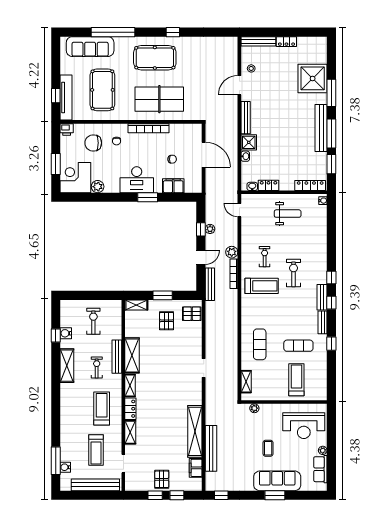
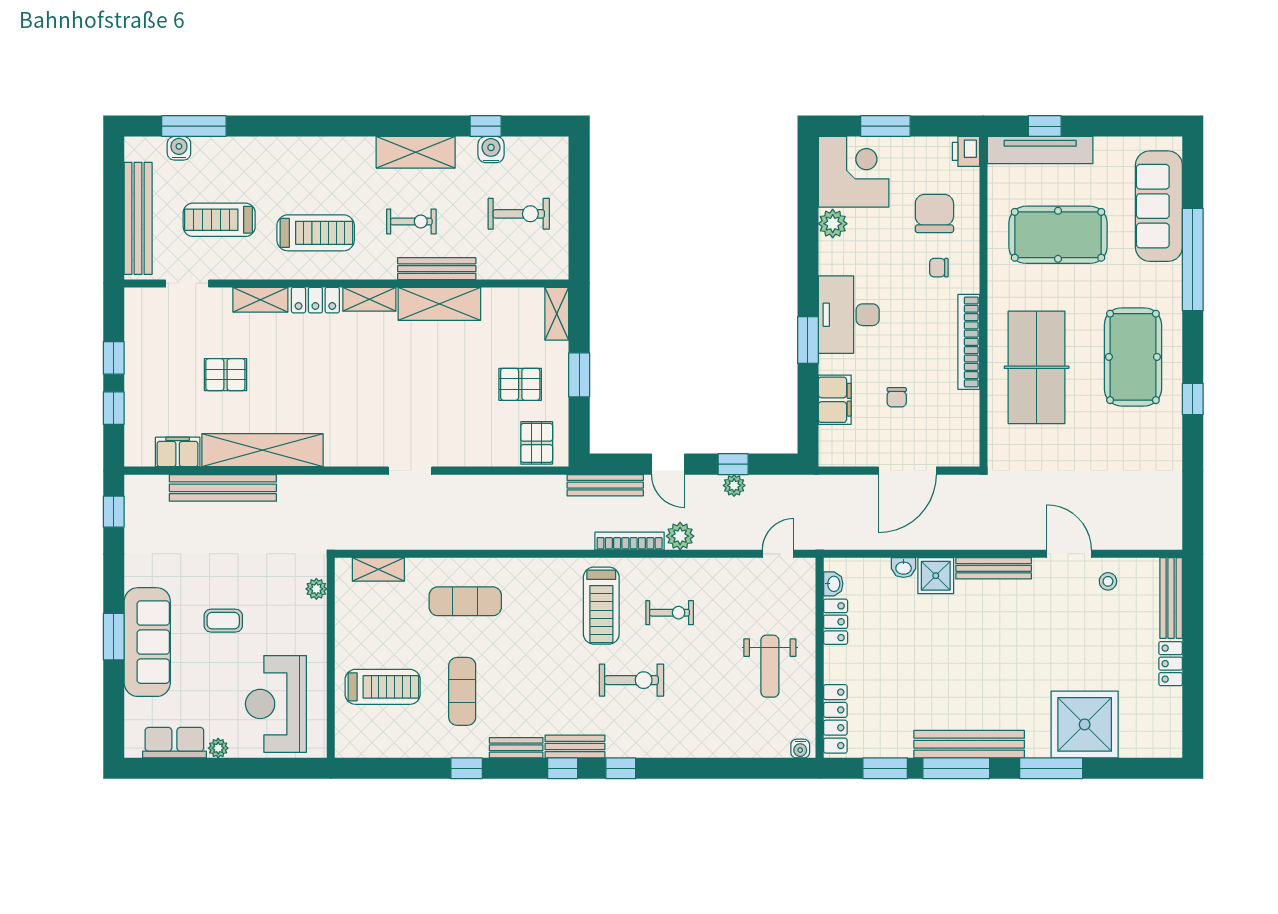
pallet: (162, 479) -> (225, 375), moved

